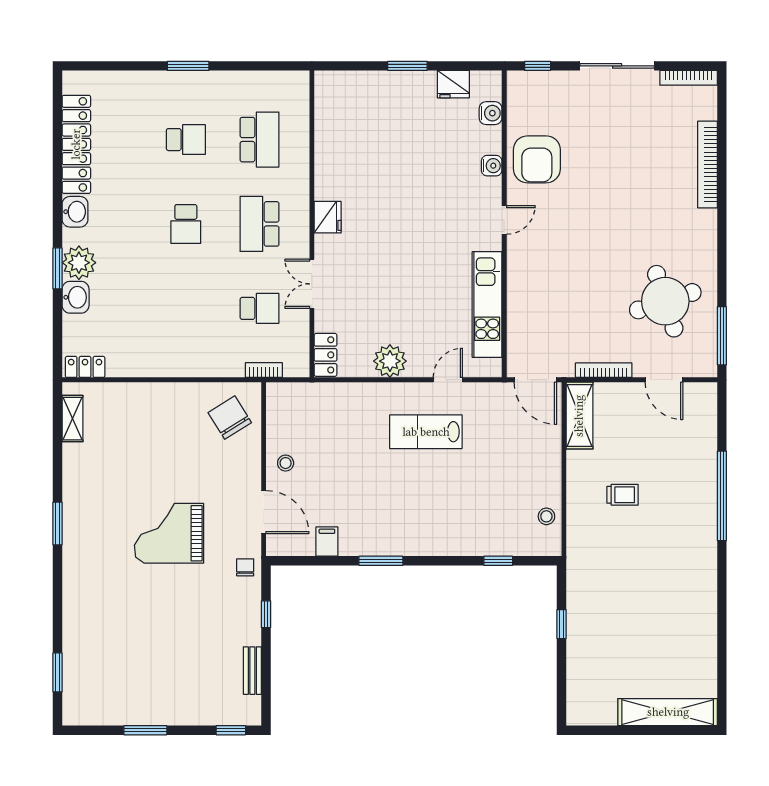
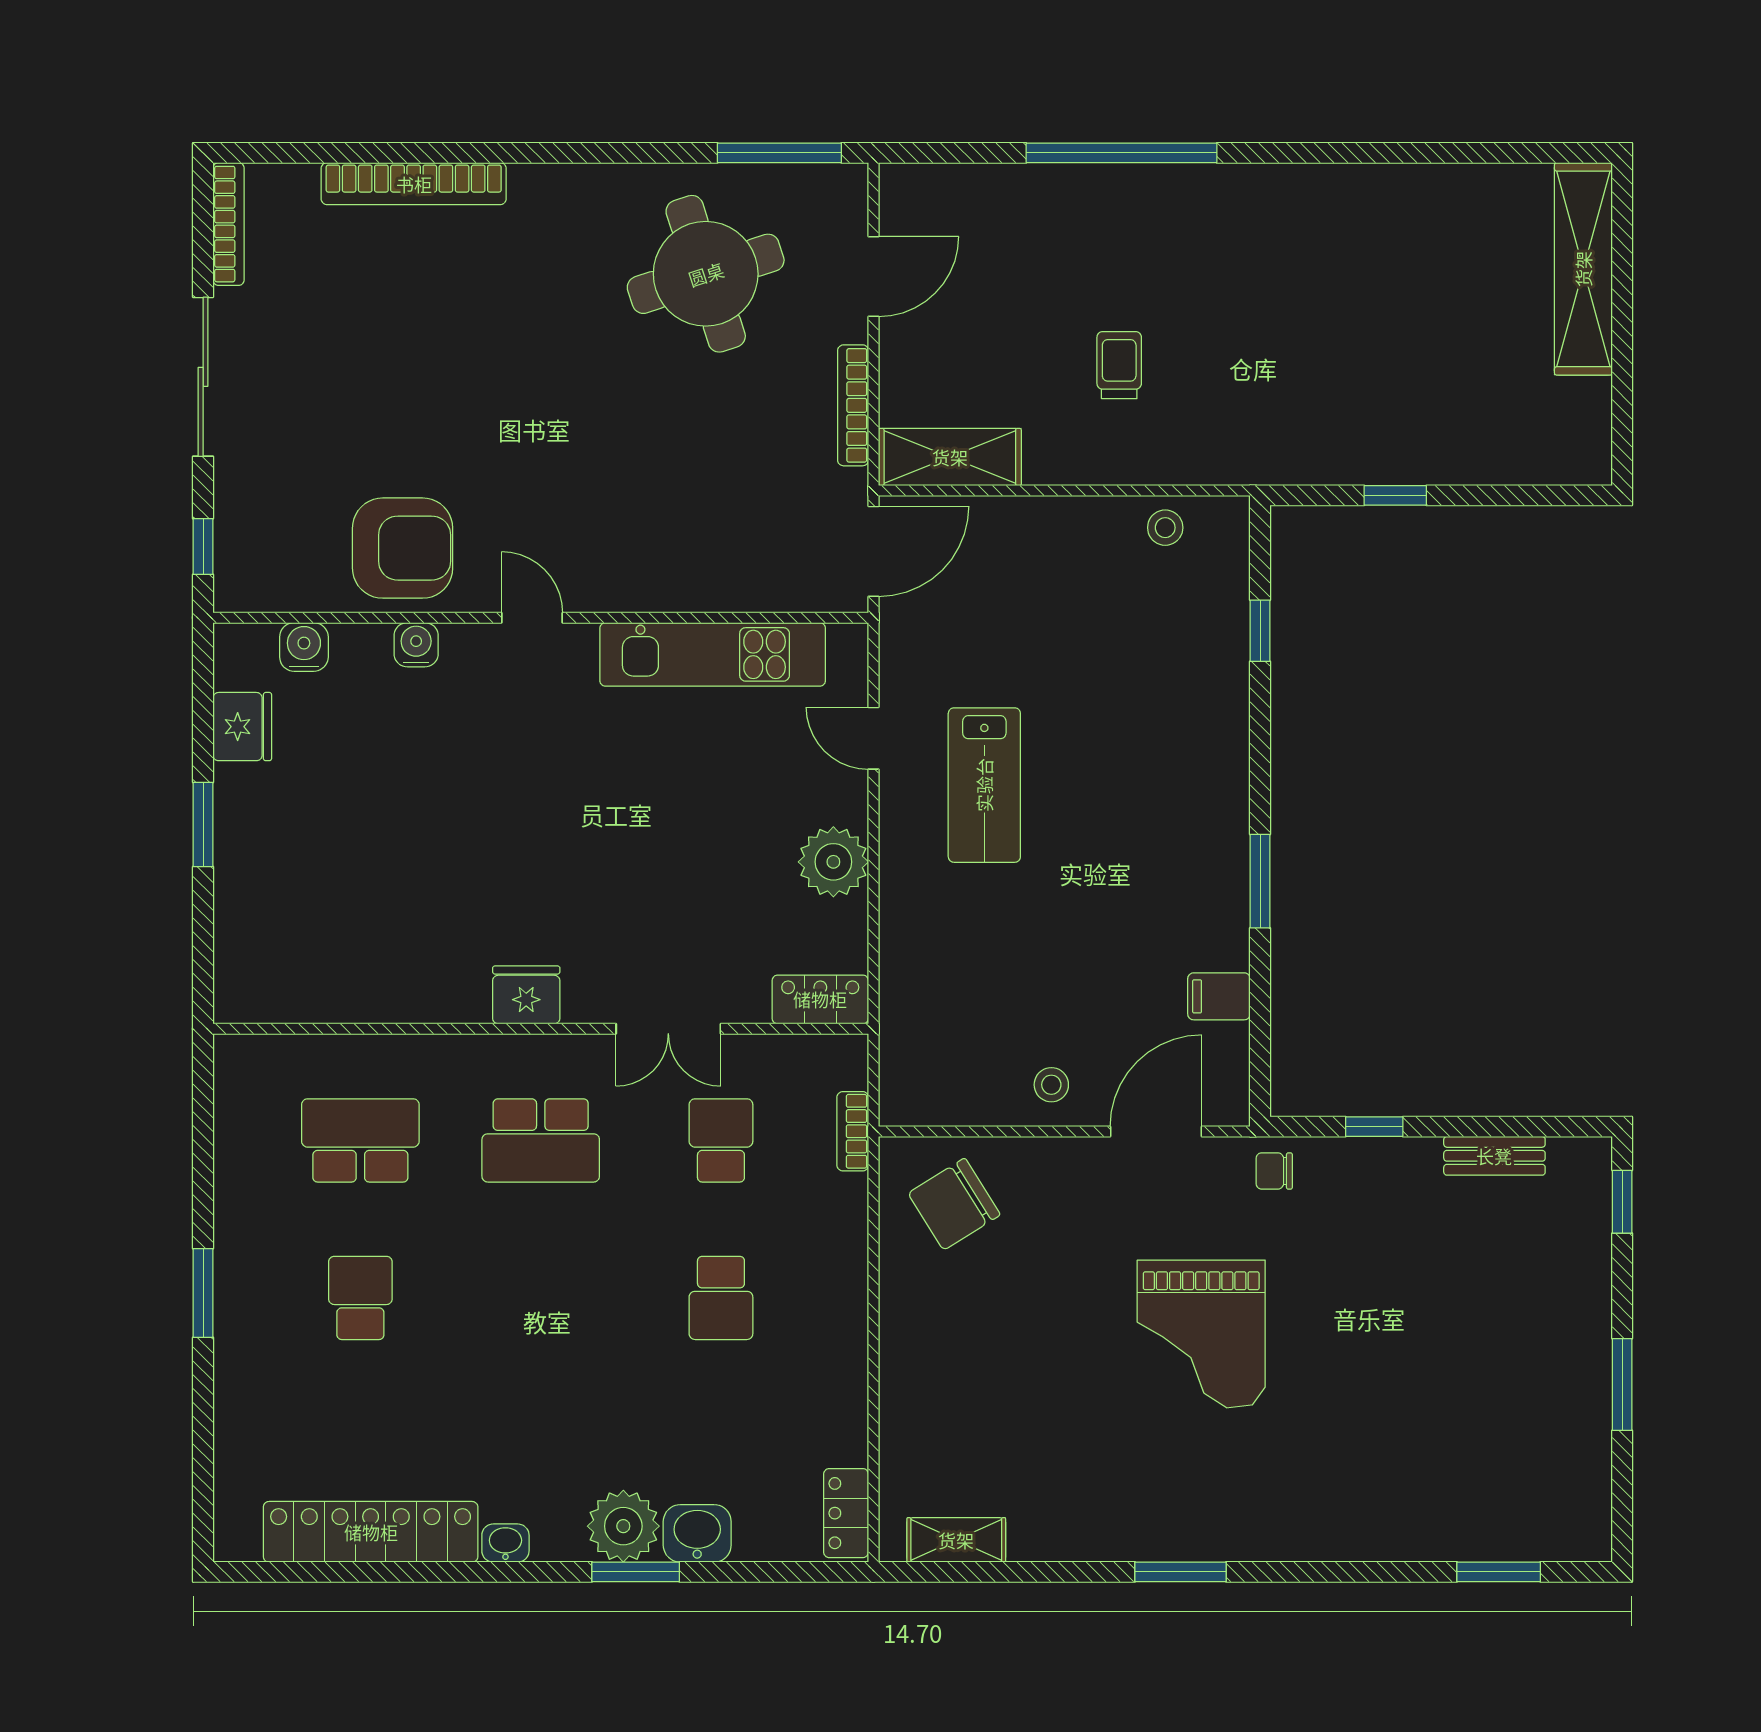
washbasin: (75, 212) -> (505, 1543), width x0.72, depth x0.69
school desk: (186, 224) -> (721, 1298), moved, turned 90

